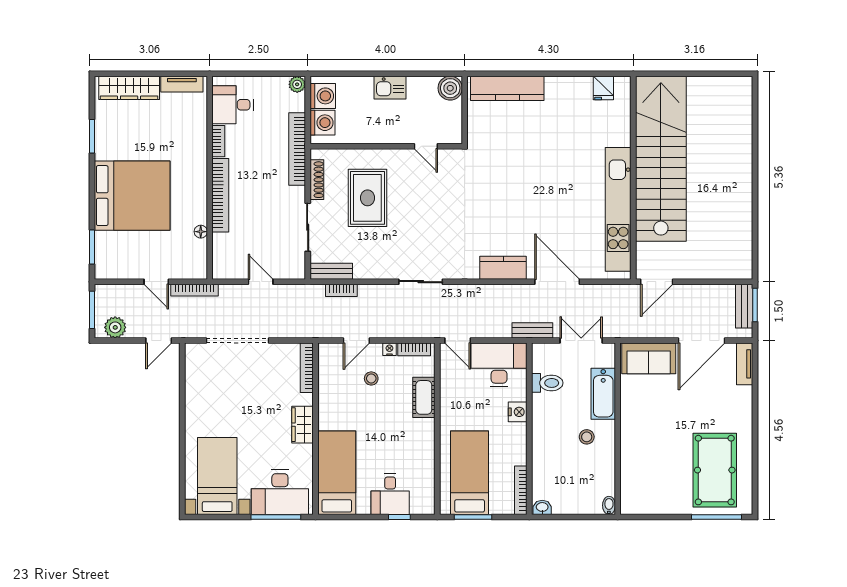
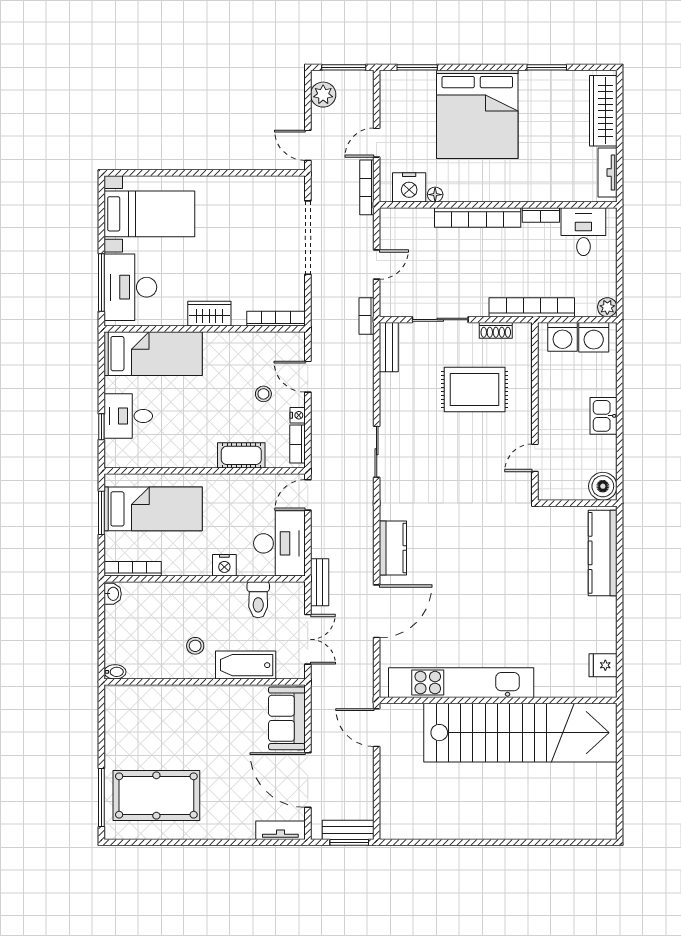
shoe rack: (317, 180) -> (496, 330), width x0.70
nightstand: (195, 254) -> (409, 187), added
bookcase: (341, 290) -> (366, 316), moved

